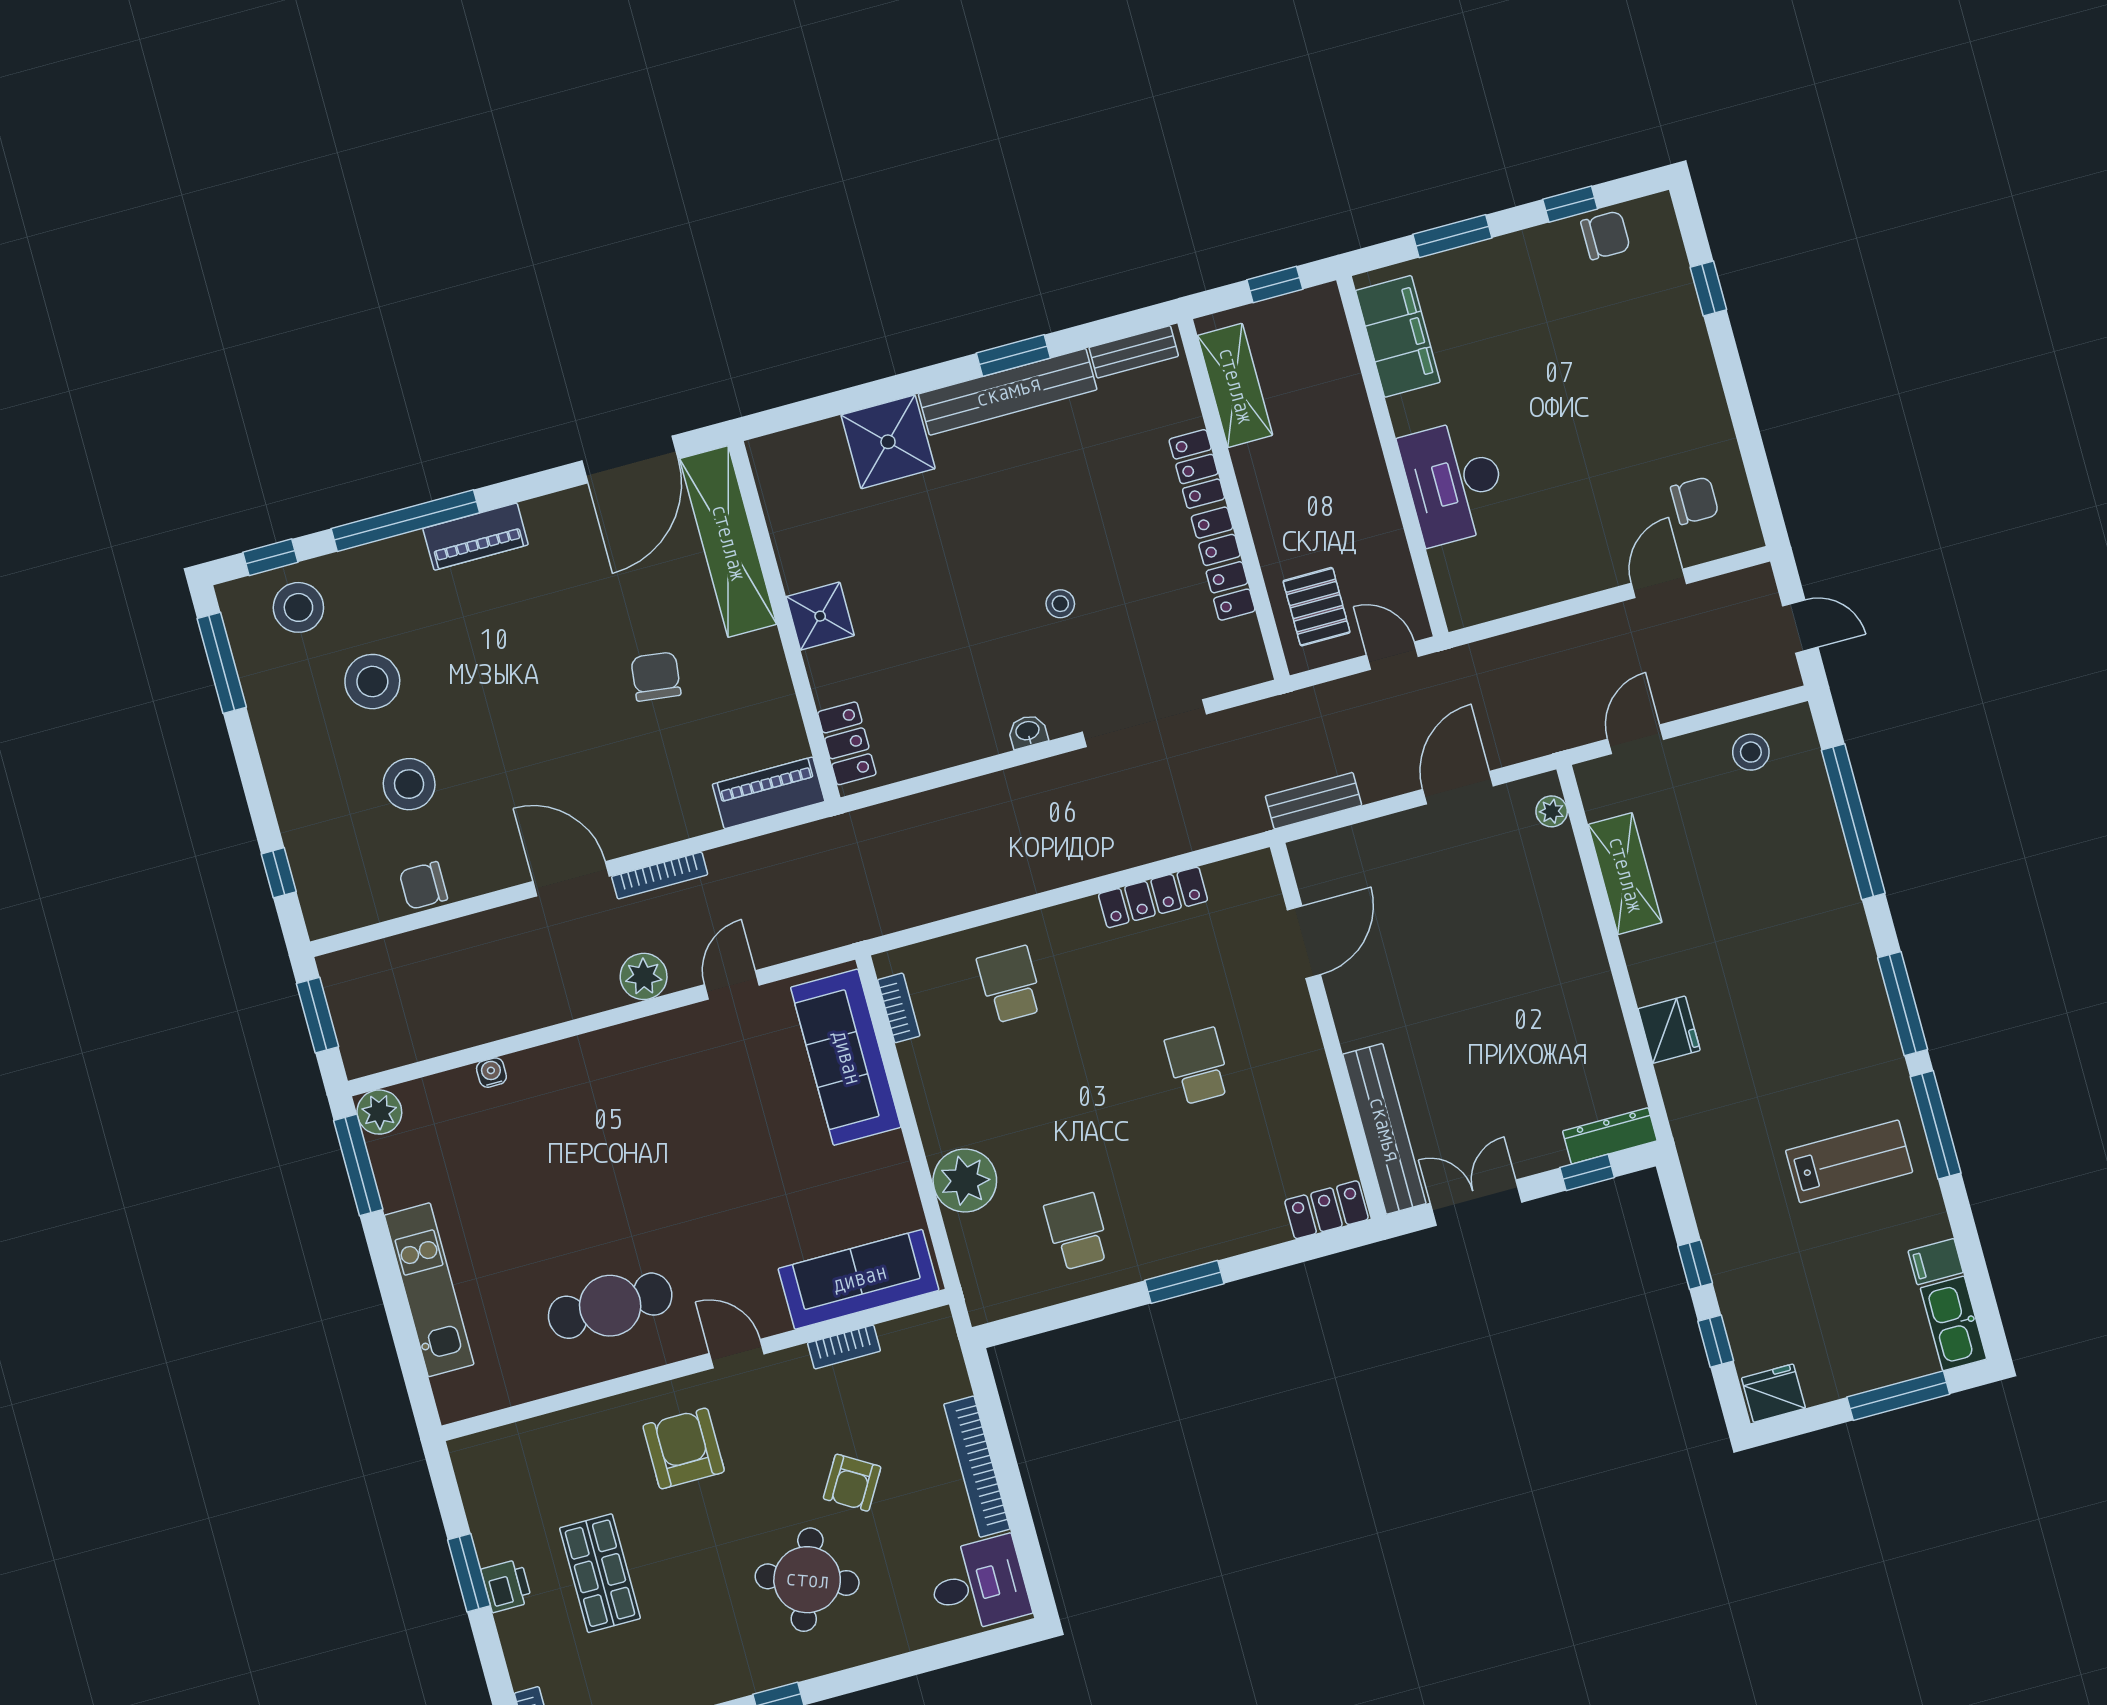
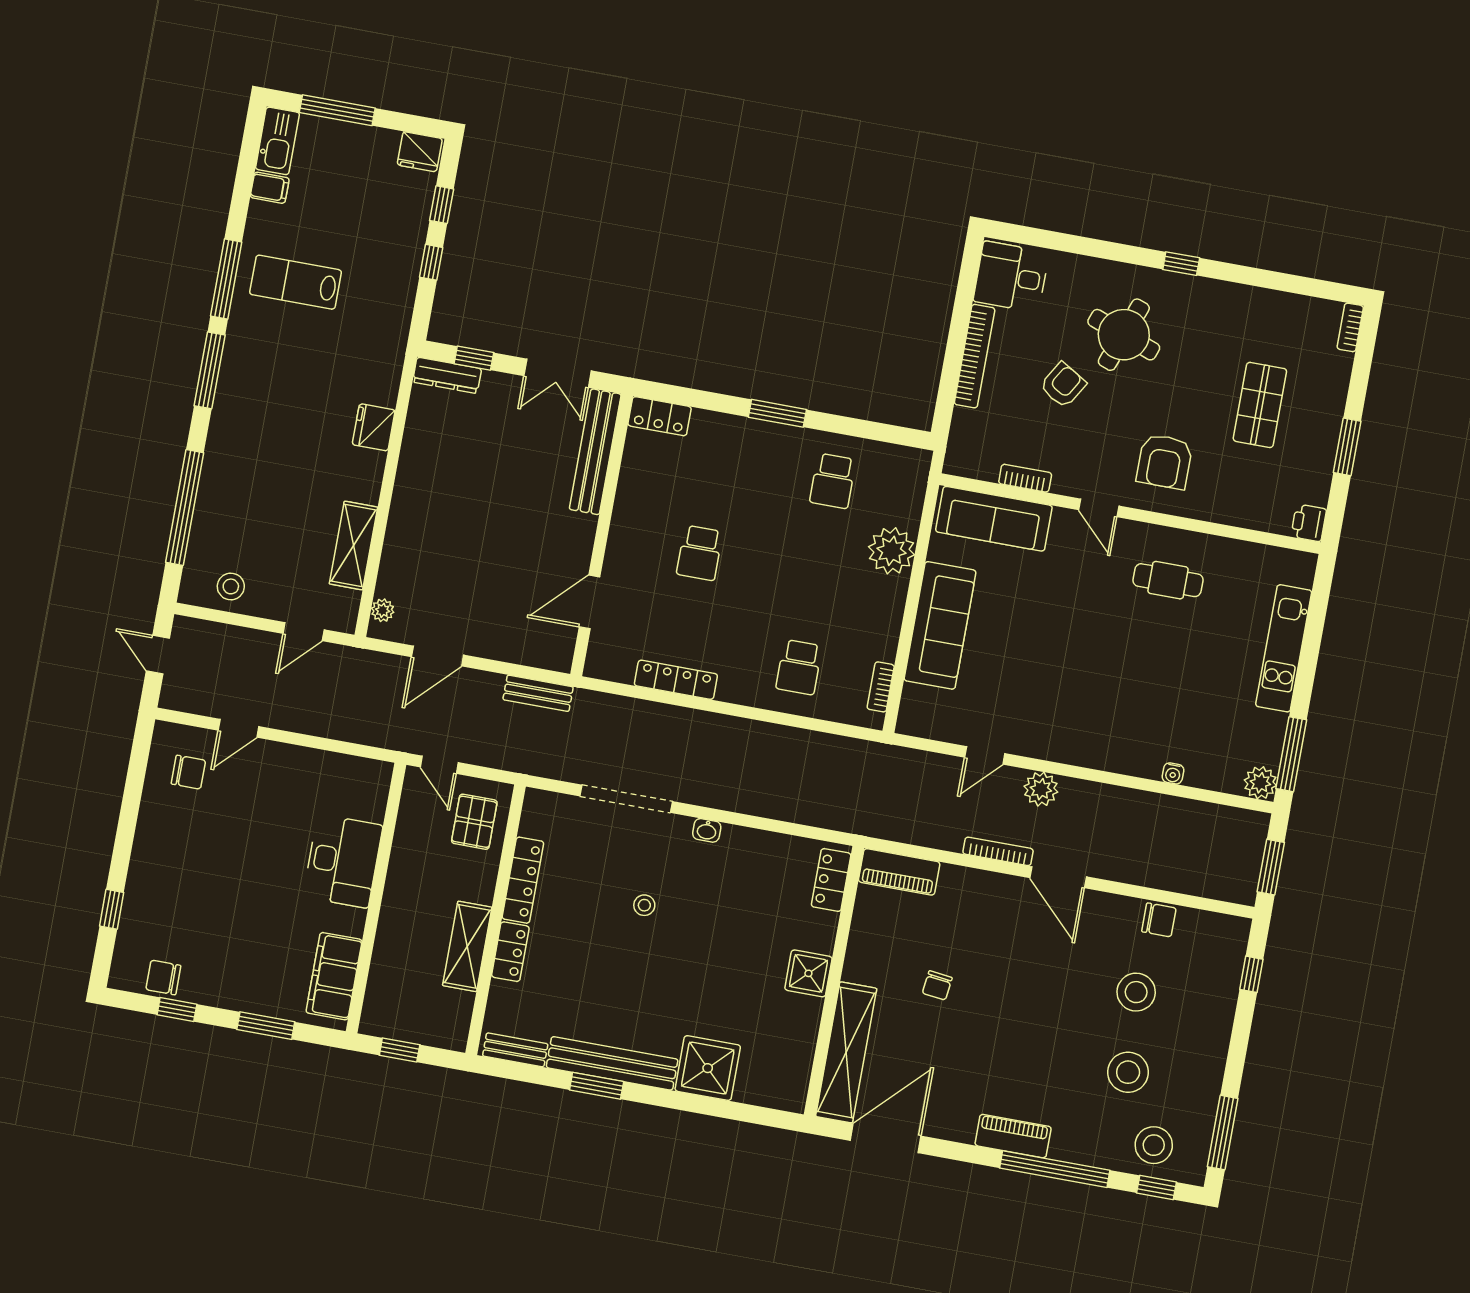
shelving: (1235, 385) -> (467, 946), moved
chair: (1695, 501) -> (188, 772), turned 180
chair: (656, 676) -> (937, 985), width x0.73, depth x0.73
sofa: (846, 1057) -> (940, 625), moved
cafe table: (610, 1306) -> (1168, 580), width x0.73, depth x0.74
printer: (506, 1586) -> (1309, 523), moved

